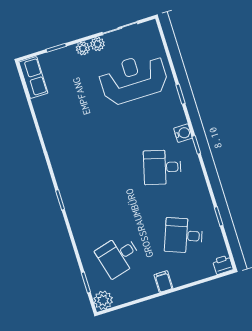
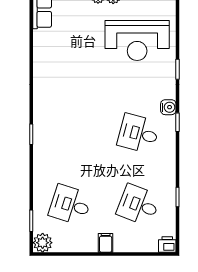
reception desk: (133, 79) -> (137, 40), turned 180
desk: (118, 256) -> (70, 205), turned 33

